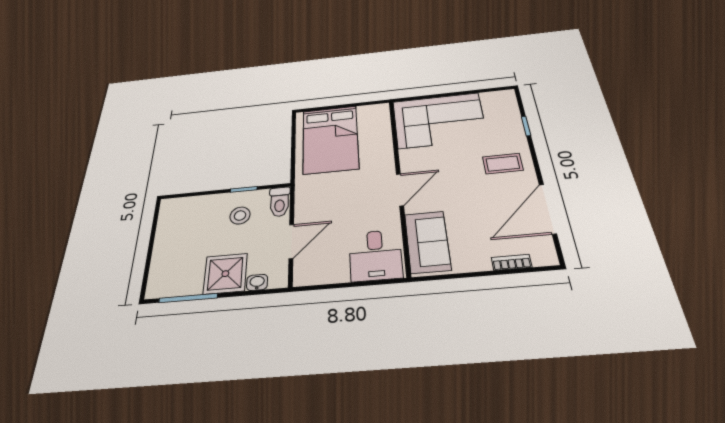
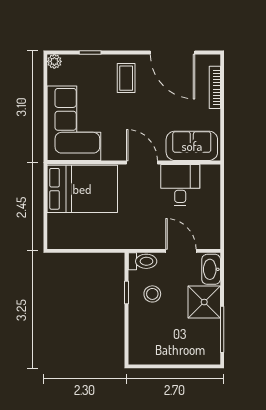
plant: (507, 96) -> (54, 61), added
bed: (330, 139) -> (82, 189), moved
desk: (375, 255) -> (180, 185), moved, turned -90
bookcase: (511, 262) -> (215, 87), width x1.56
washbasin: (257, 282) -> (211, 269), width x1.91, depth x1.45

